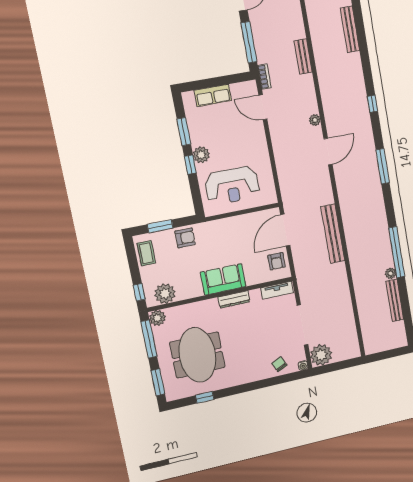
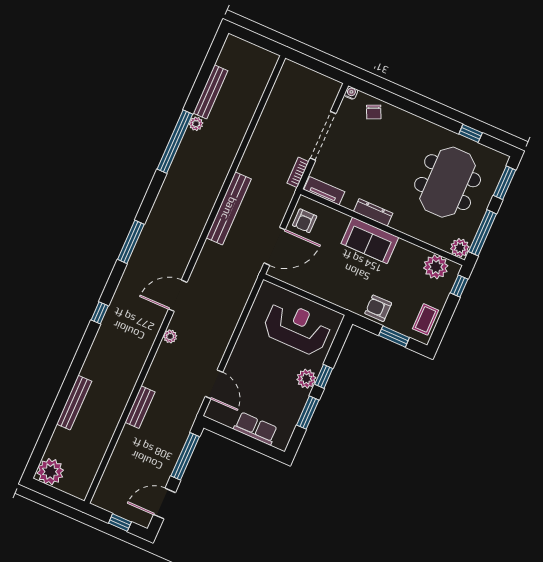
bookcase: (264, 77) -> (298, 172), moved
armchair: (277, 261) -> (305, 221), turned 180
plant: (321, 355) -> (325, 90), removed

